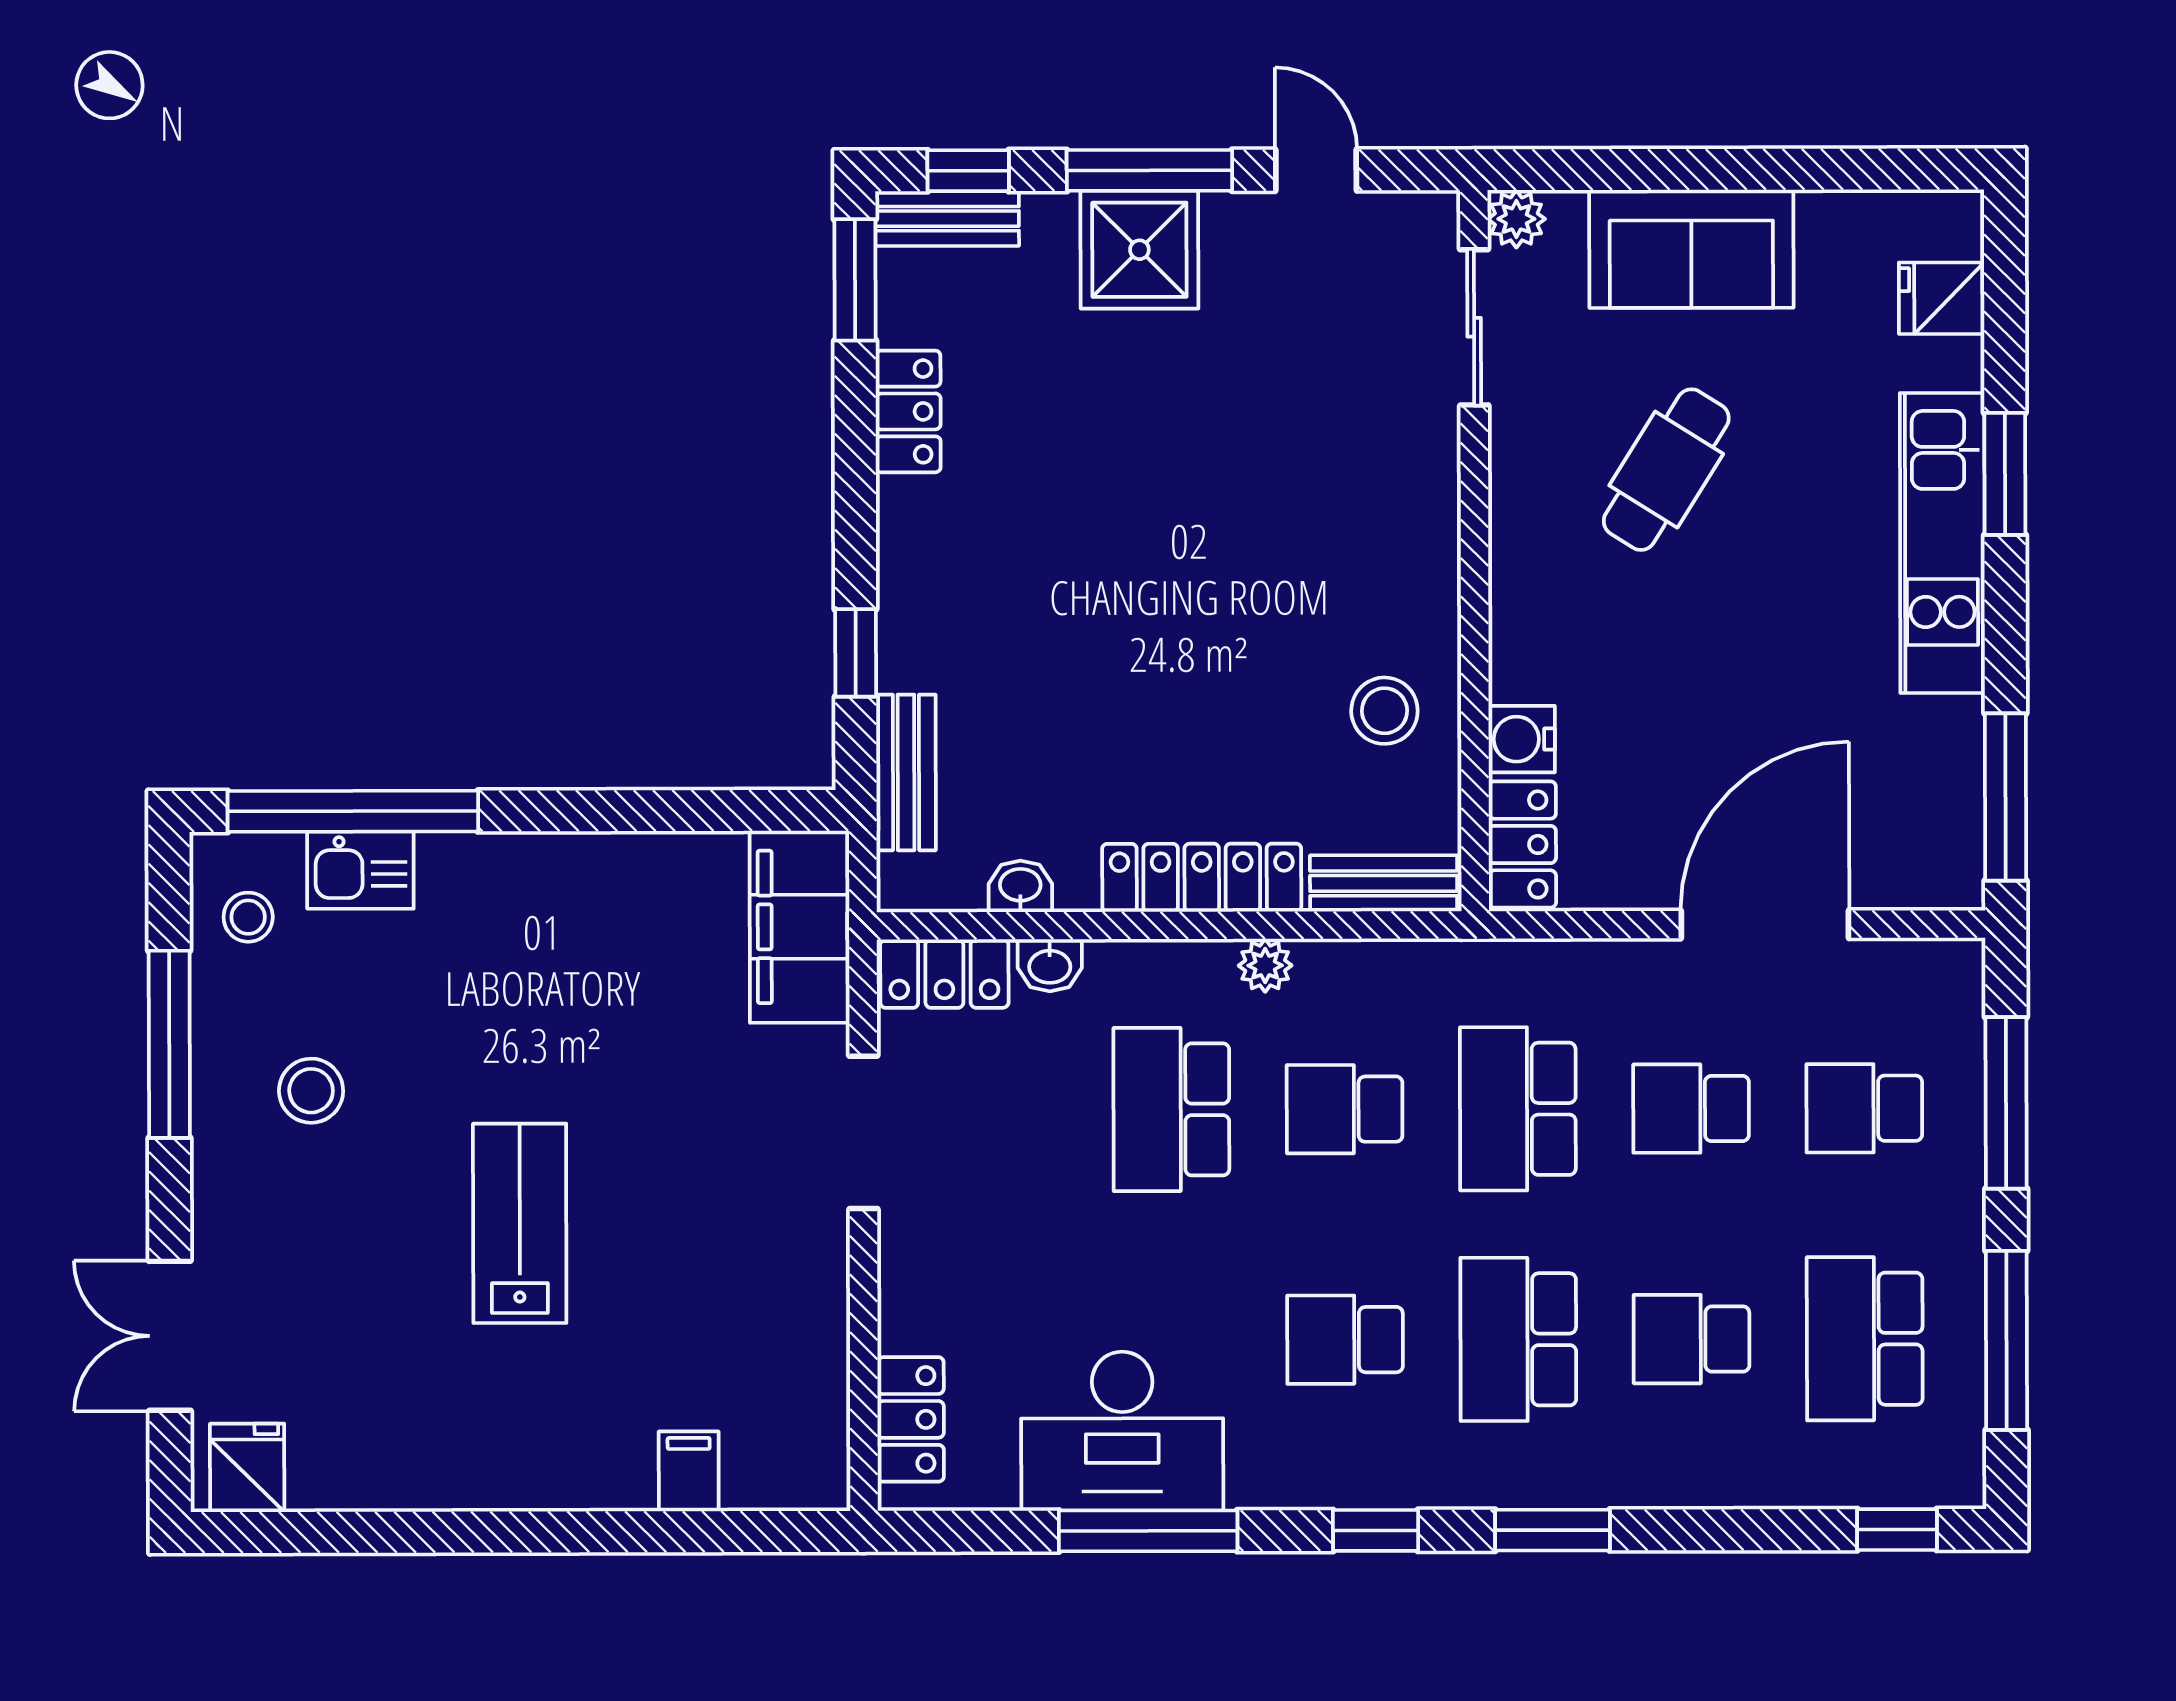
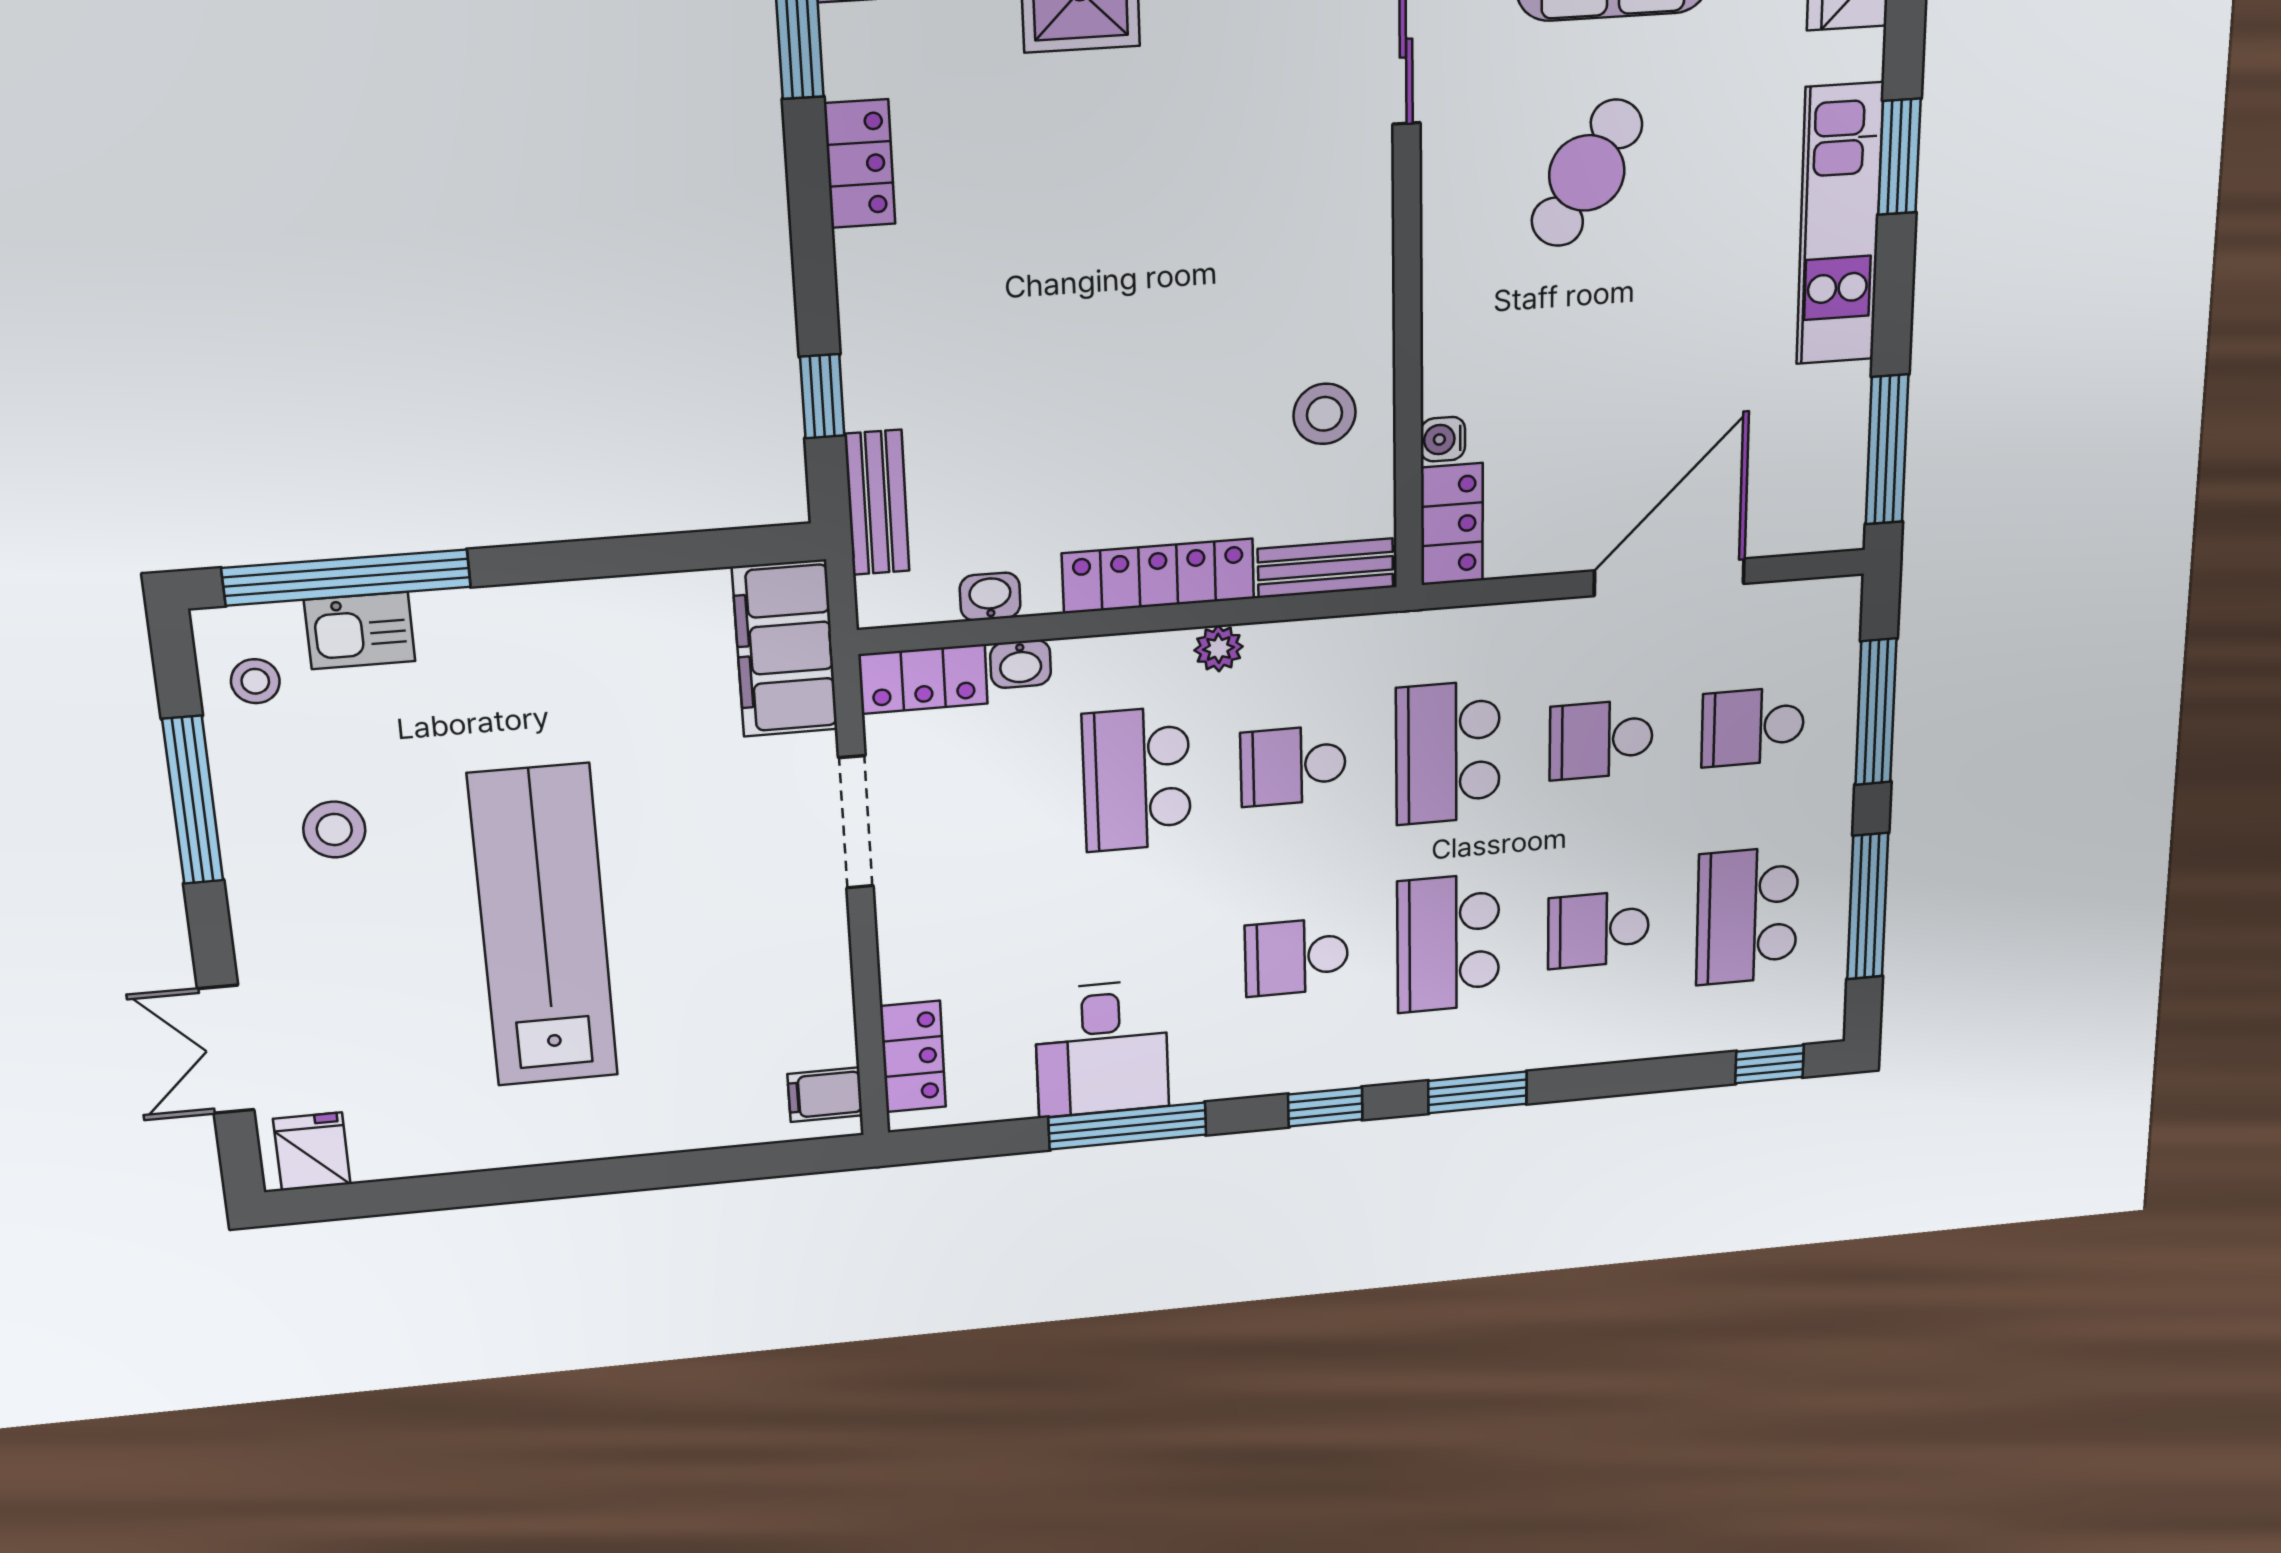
water cooler: (1522, 739) -> (1443, 439), width x0.72, depth x0.72
lab bench: (520, 1223) -> (543, 926), width x1.86, depth x1.39
desk: (1122, 1431) -> (1102, 1049), width x0.73
filing cabinet: (689, 1471) -> (825, 1095), moved, turned -90

